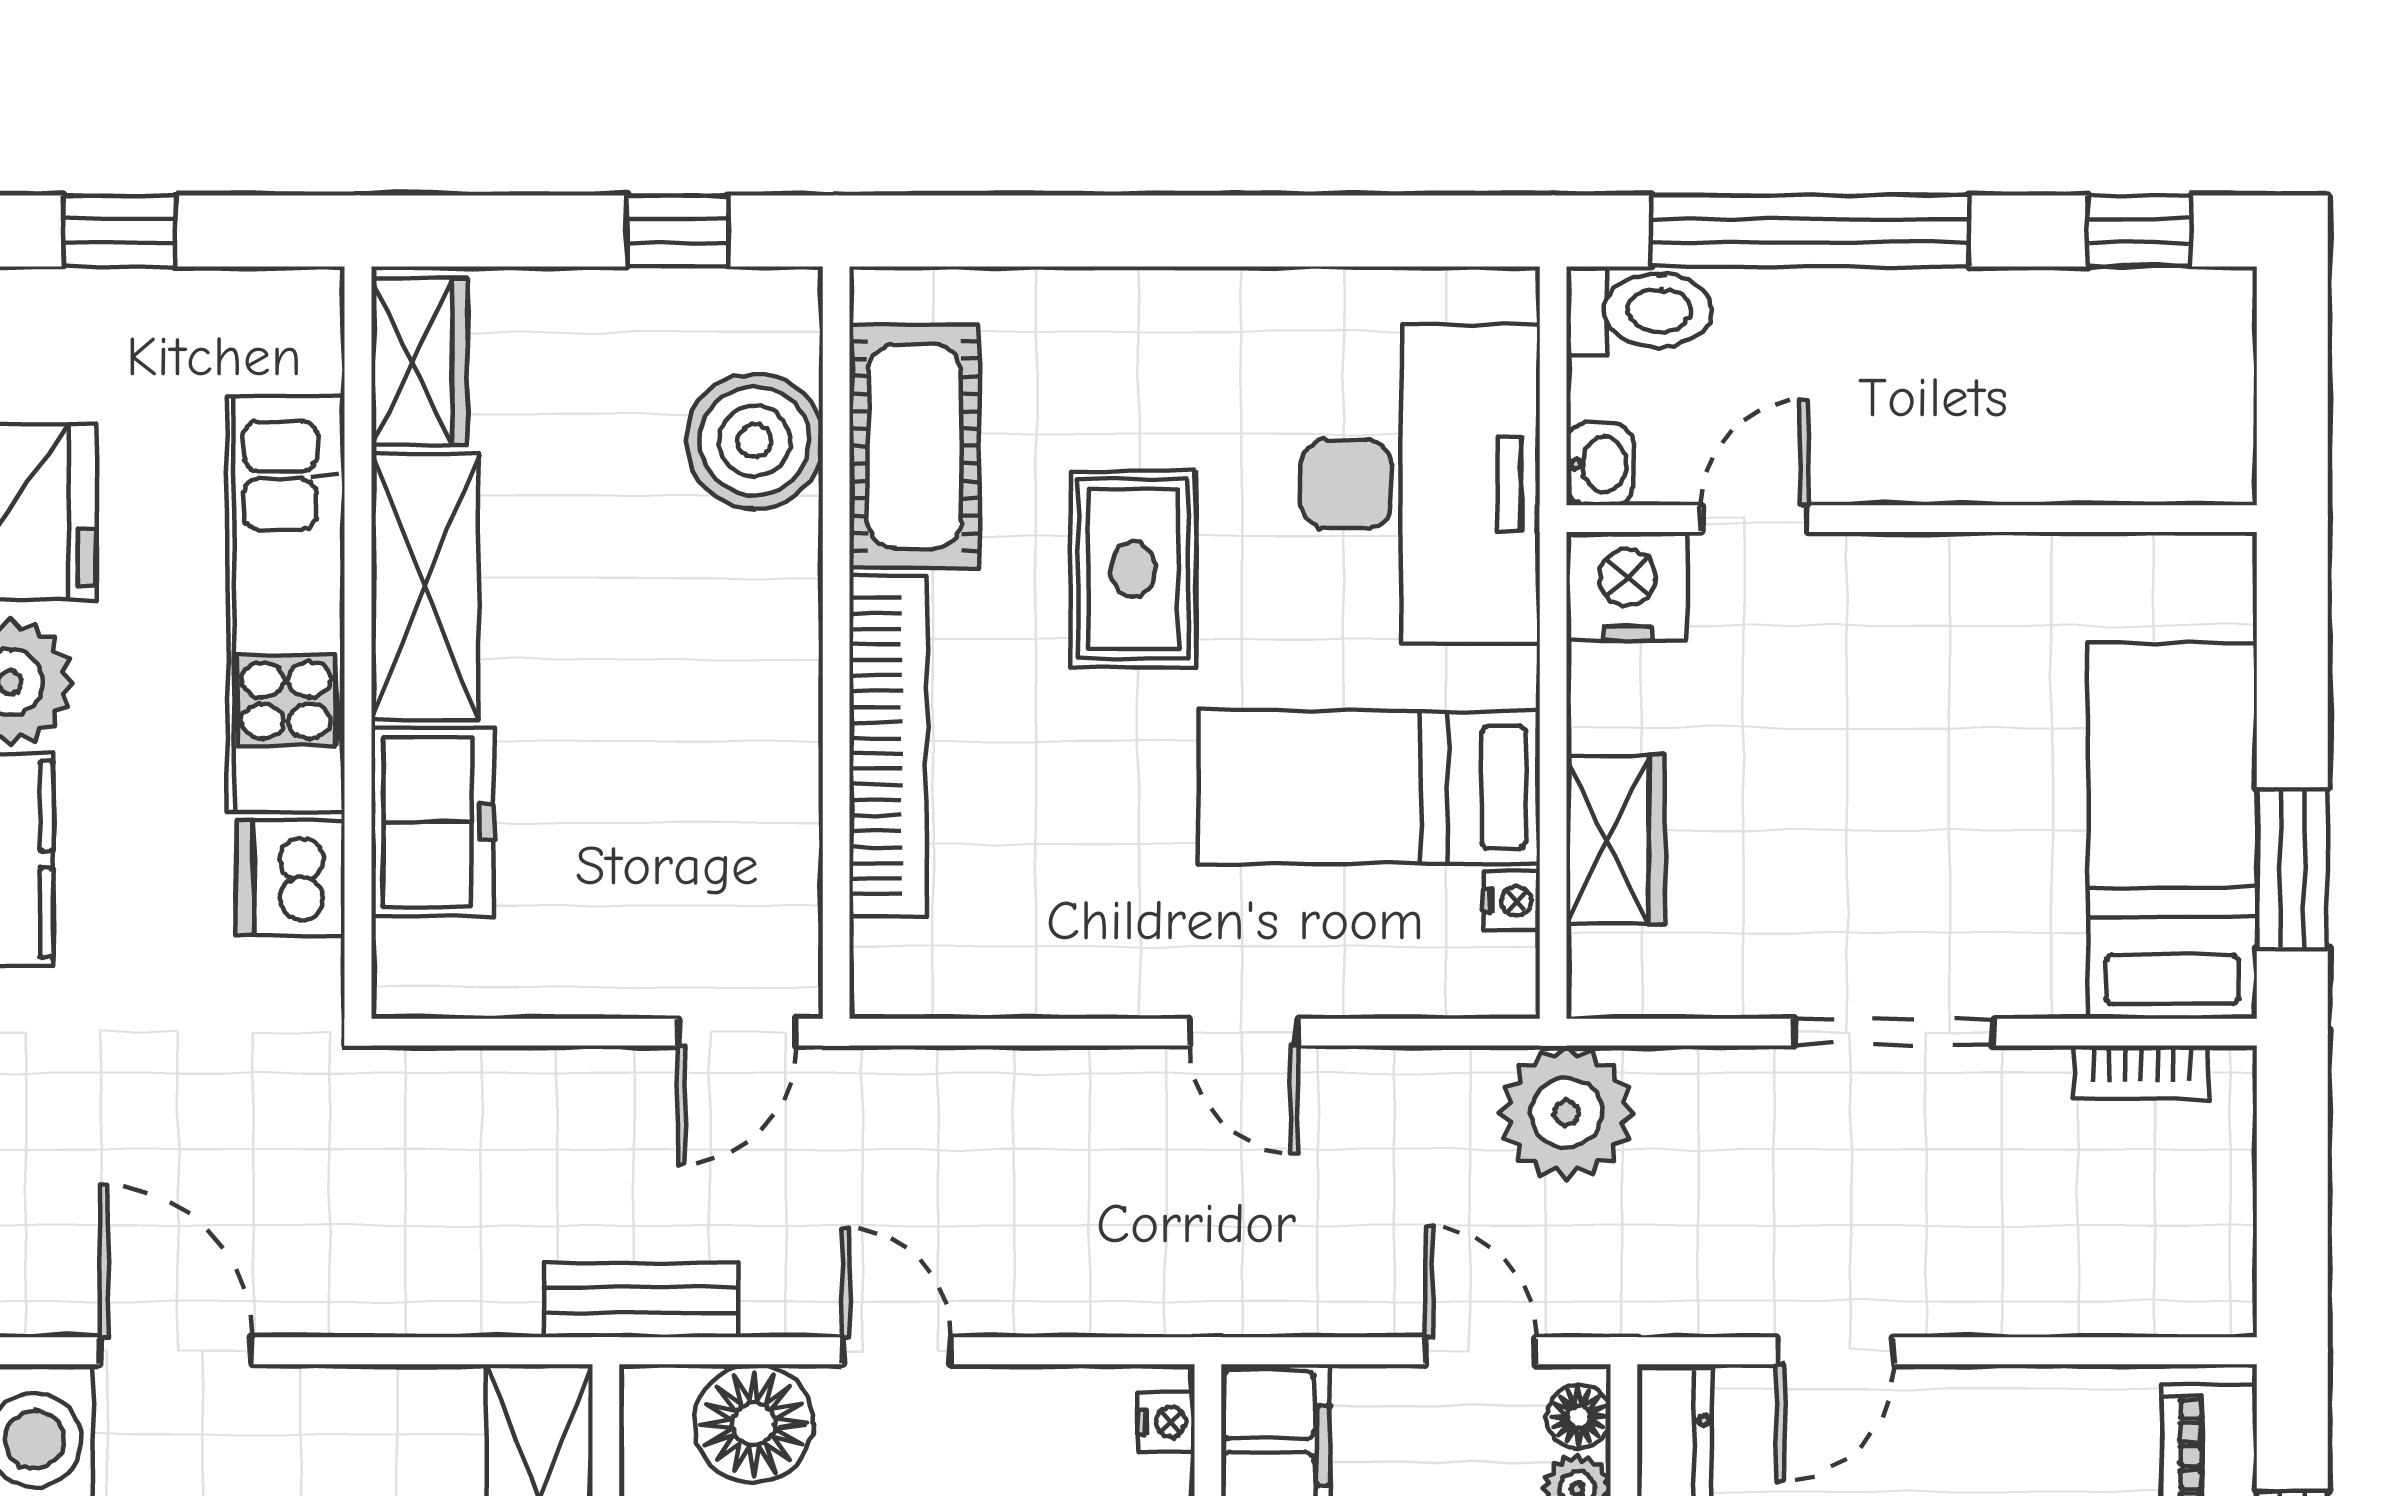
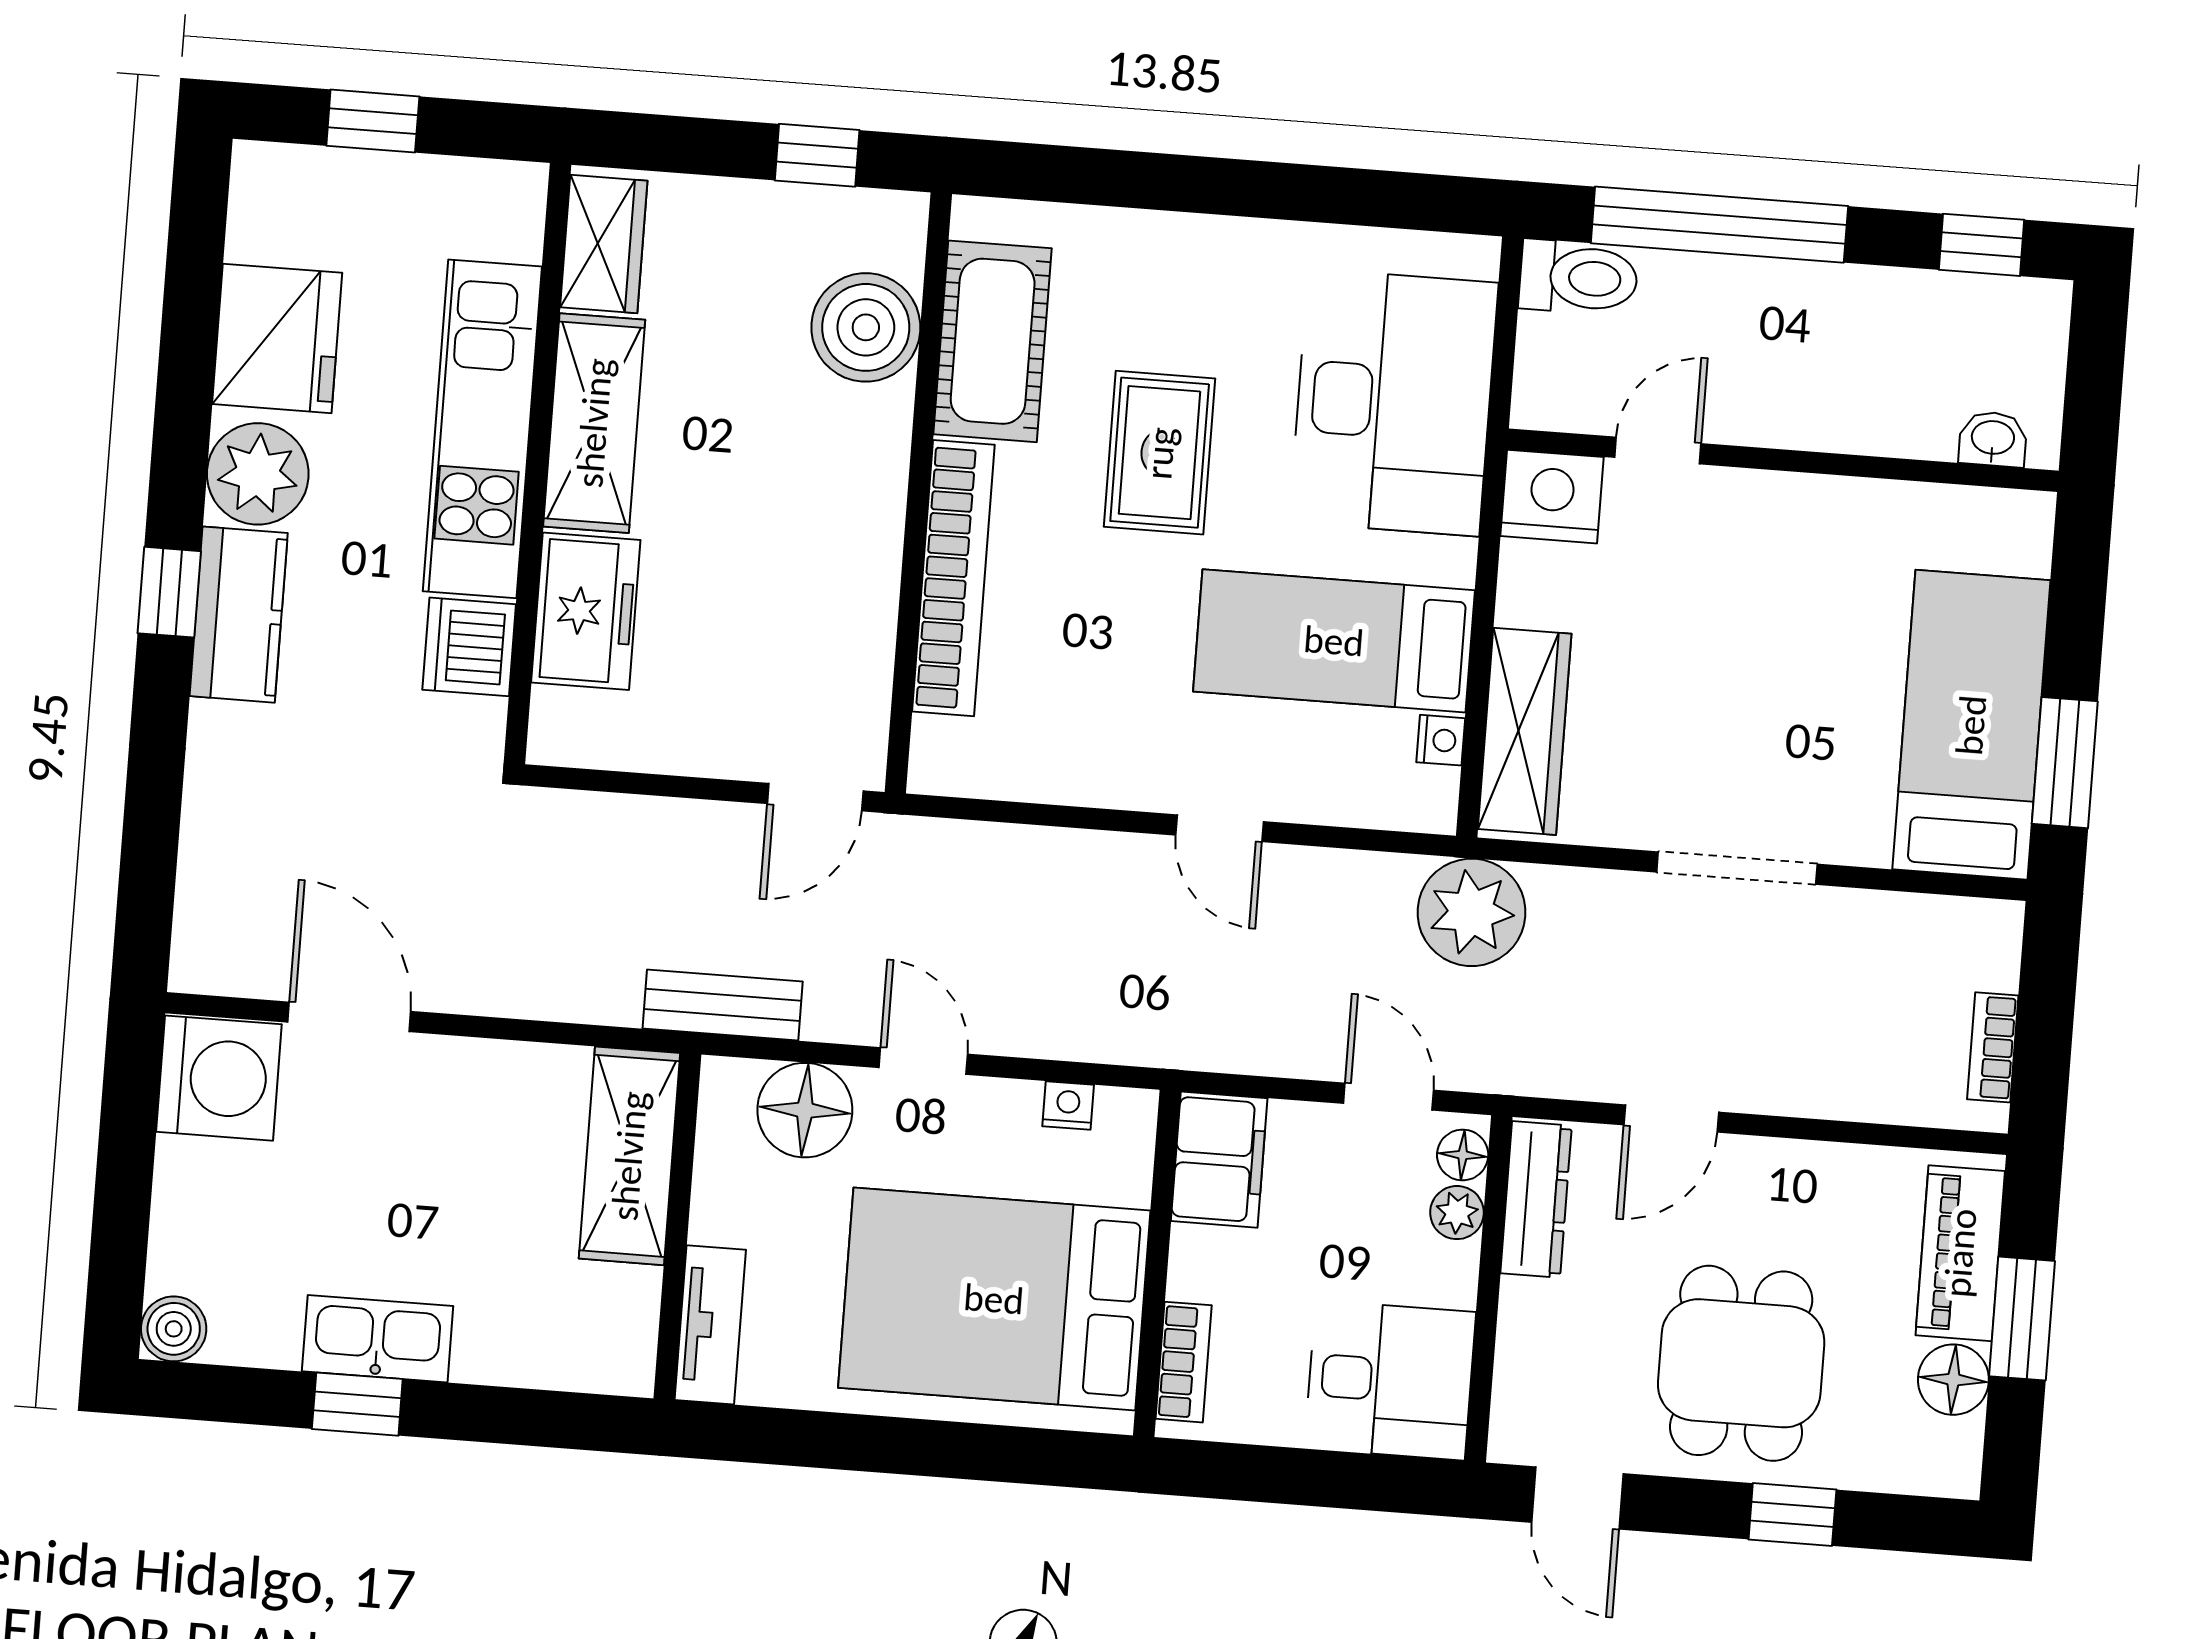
washbasin: (1600, 464) -> (1993, 439), moved, turned -90
wardrobe: (1615, 840) -> (1525, 731), width x1.50
bookcase: (2141, 1072) -> (1993, 1047), moved, turned 90
nightstand: (1166, 1422) -> (1068, 1105), moved, turned -90

